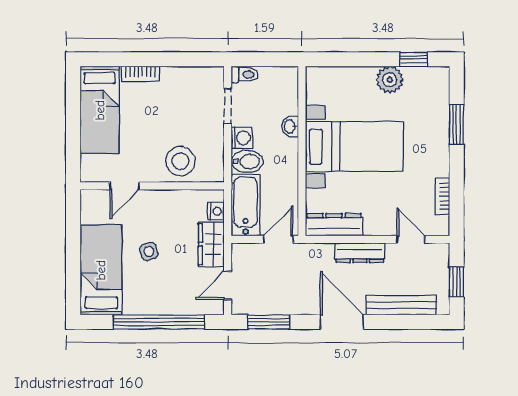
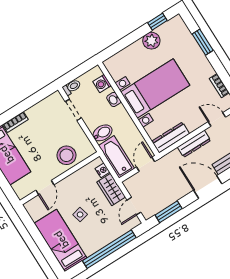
washing machine: (242, 138) -> (102, 84), moved, turned 180

